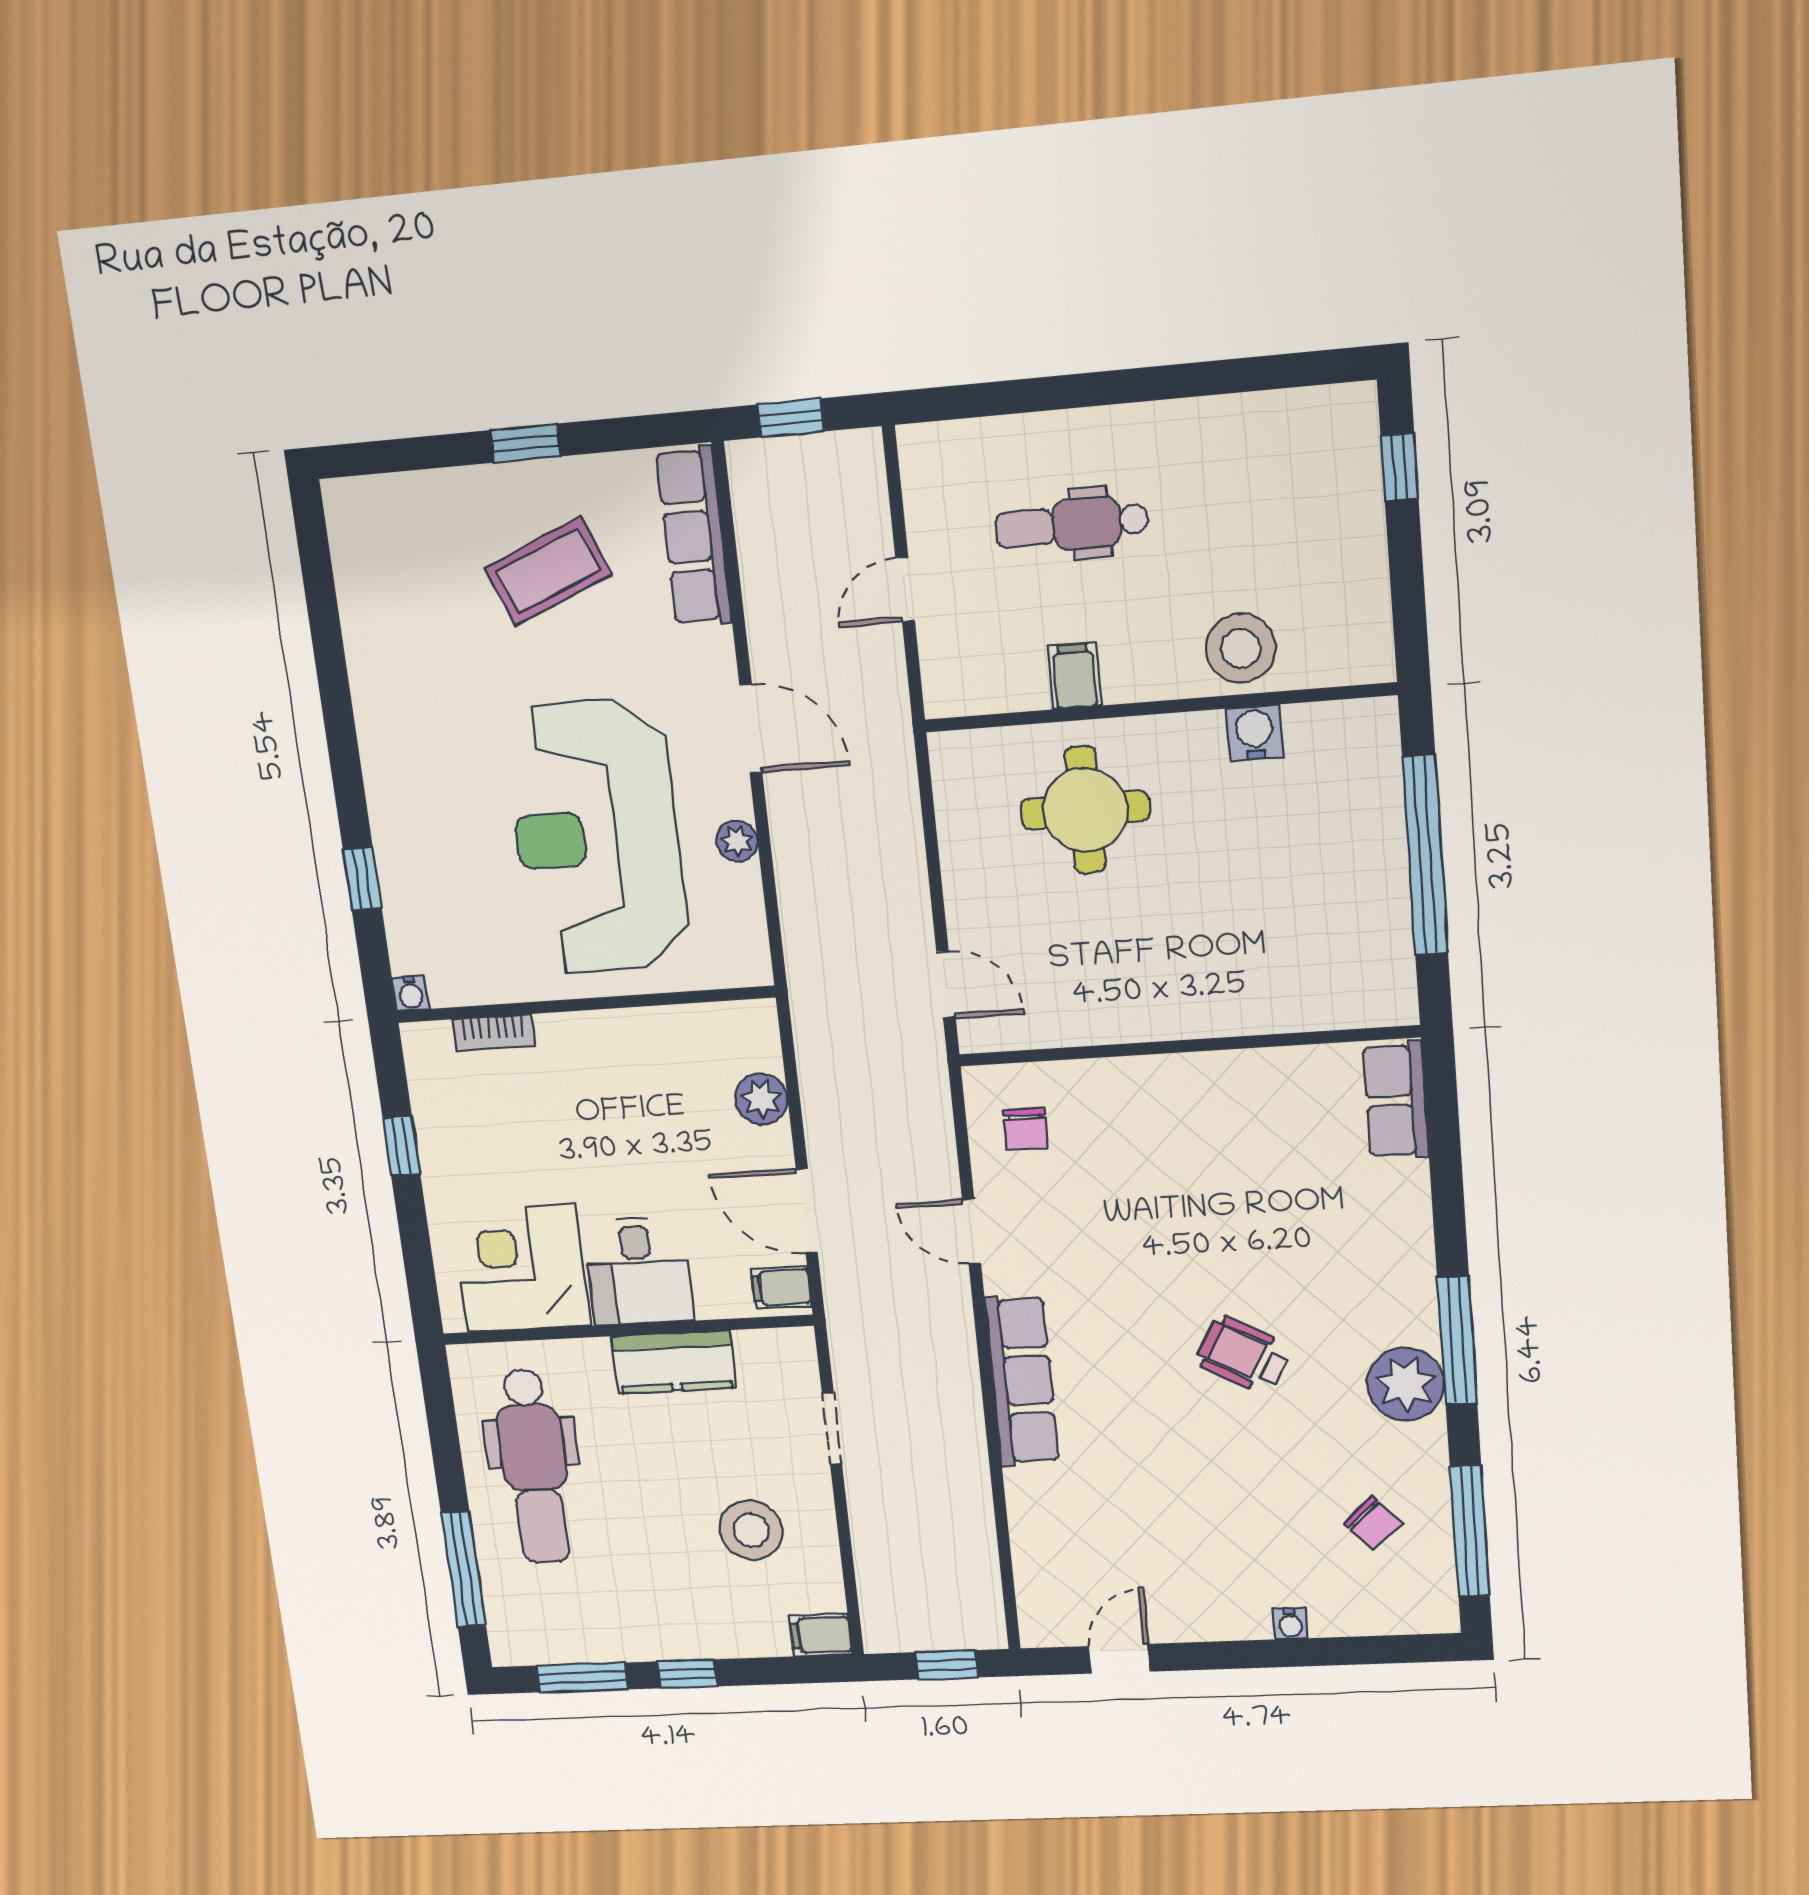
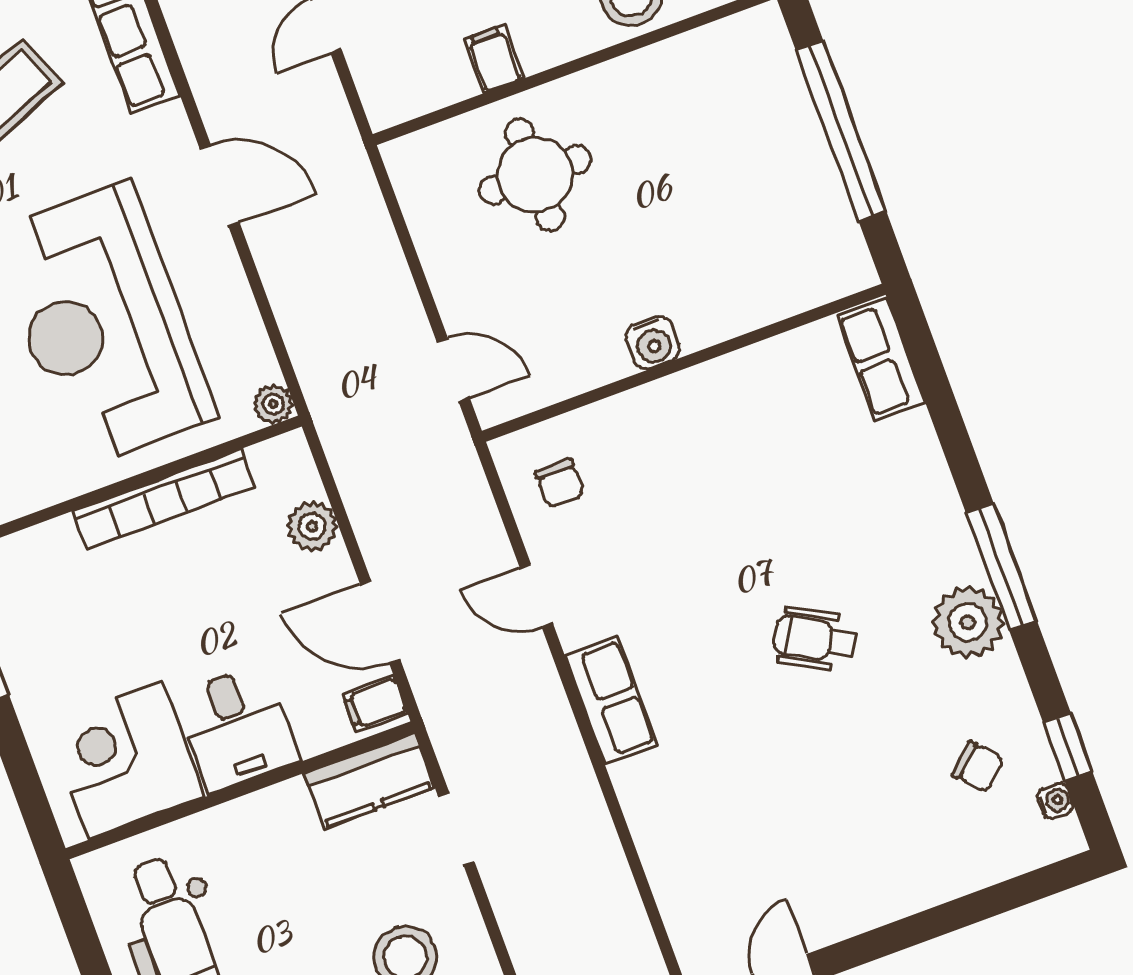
water cooler: (1255, 733) -> (653, 342), moved, turned 180
plant: (737, 841) -> (273, 404), moved
bookcase: (494, 1032) -> (163, 499), moved, width x2.31, depth x1.31
kitchen counter: (674, 1362) -> (369, 781), moved
row of seats: (1022, 1381) -> (611, 700), width x0.68
window: (1470, 1531) -> (1068, 747), width x0.46
water cooler: (1290, 1624) -> (1055, 801), moved, turned -90

